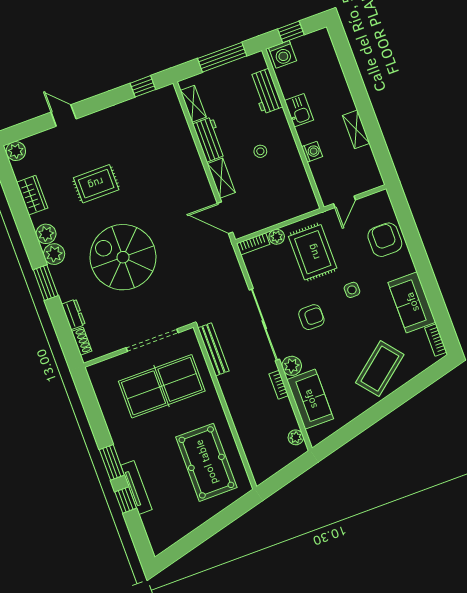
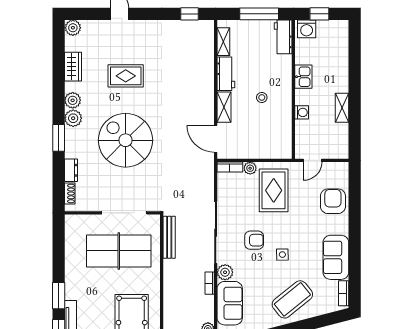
workbench: (266, 91) -> (283, 37), moved
side table: (352, 290) -> (282, 255), moved

